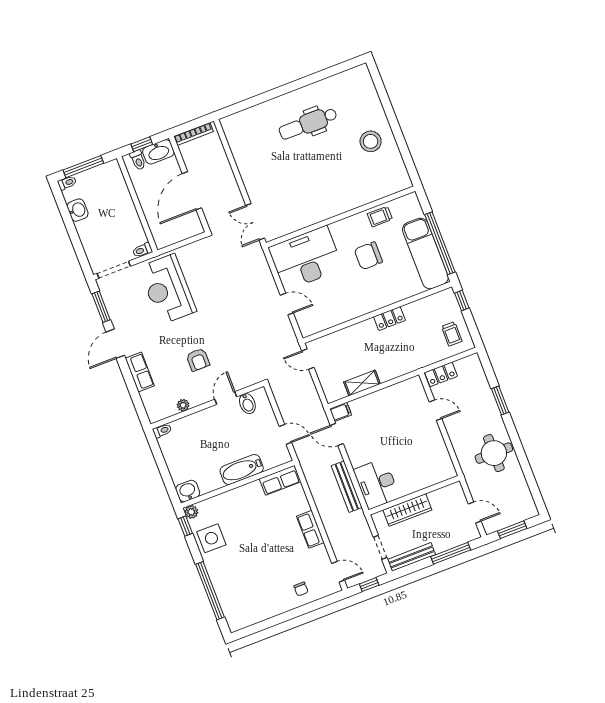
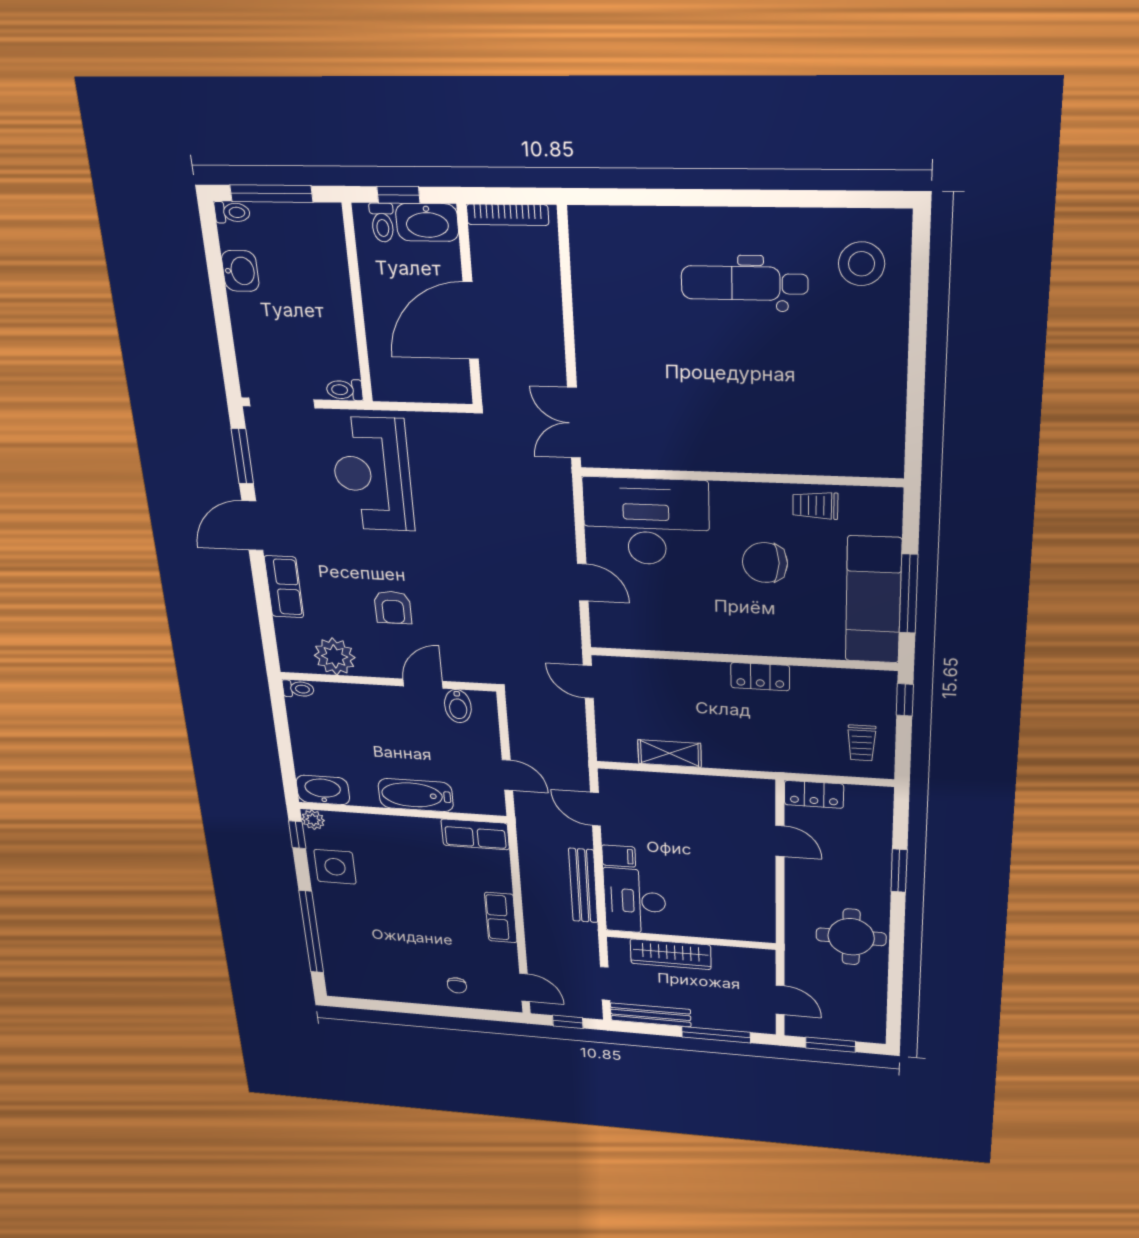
stool: (371, 141) -> (862, 264), moved
window: (440, 243) -> (909, 594), width x0.68
plant: (183, 405) -> (335, 656), width x1.88, depth x1.88
filing cabinet: (341, 412) -> (619, 856), moved
washbasin: (188, 491) -> (323, 790), width x1.38

